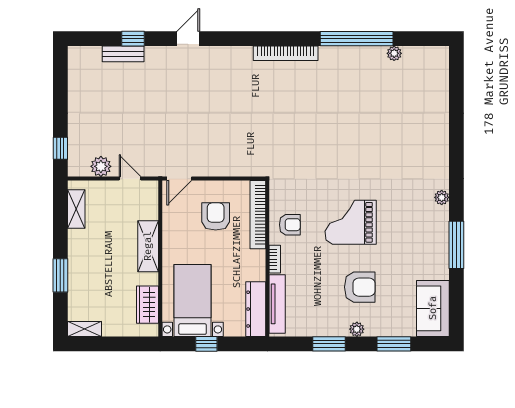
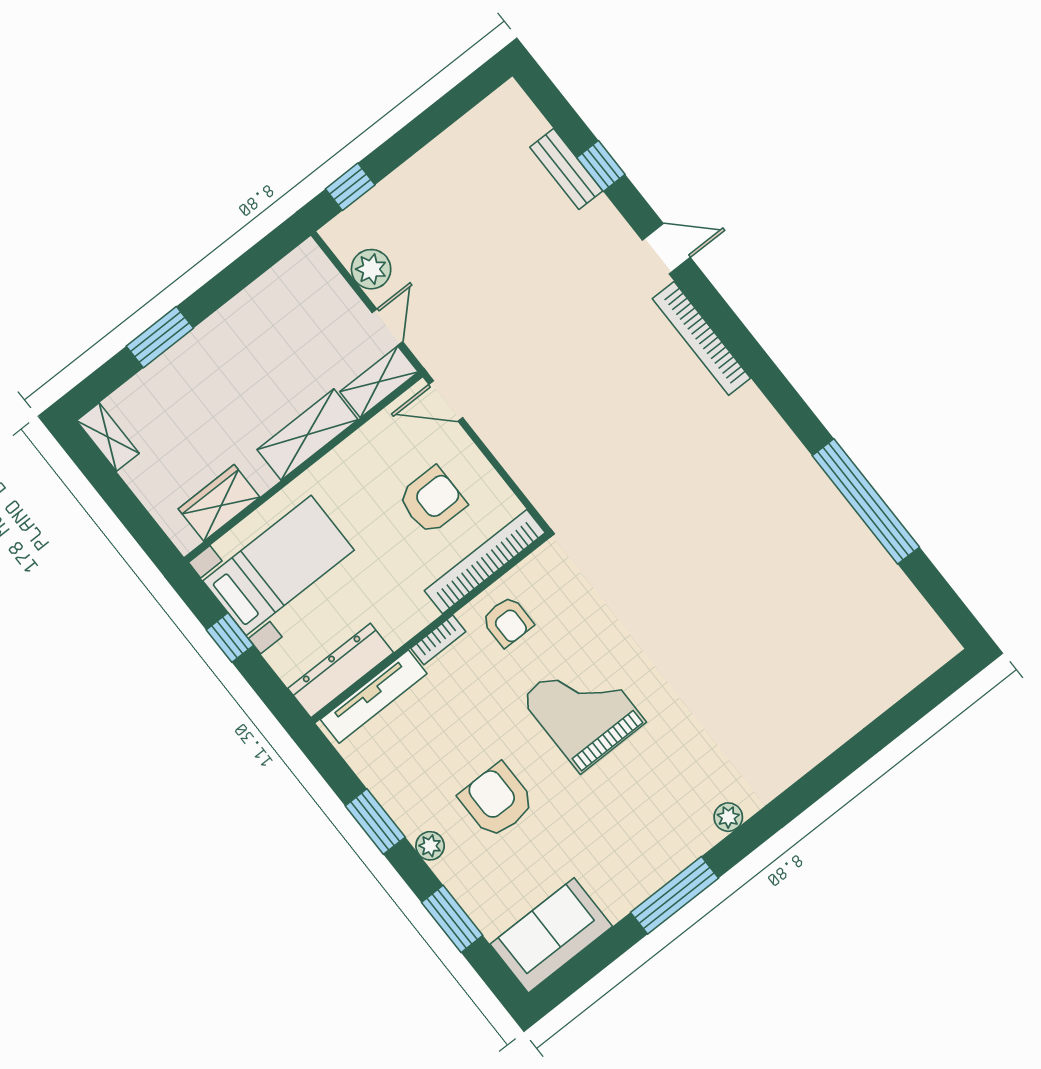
bookcase: (286, 53) -> (701, 338), moved
plant: (394, 53) -> (888, 575), removed
shelving: (76, 209) -> (379, 382), moved
armchair: (360, 287) -> (497, 800), turned 180

